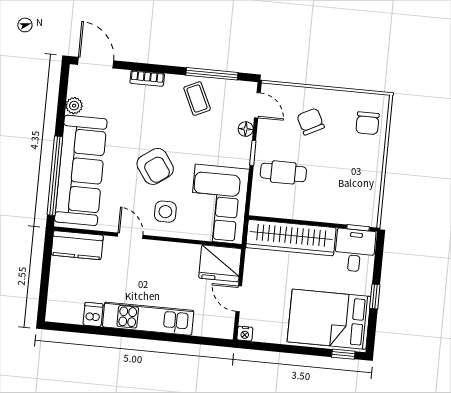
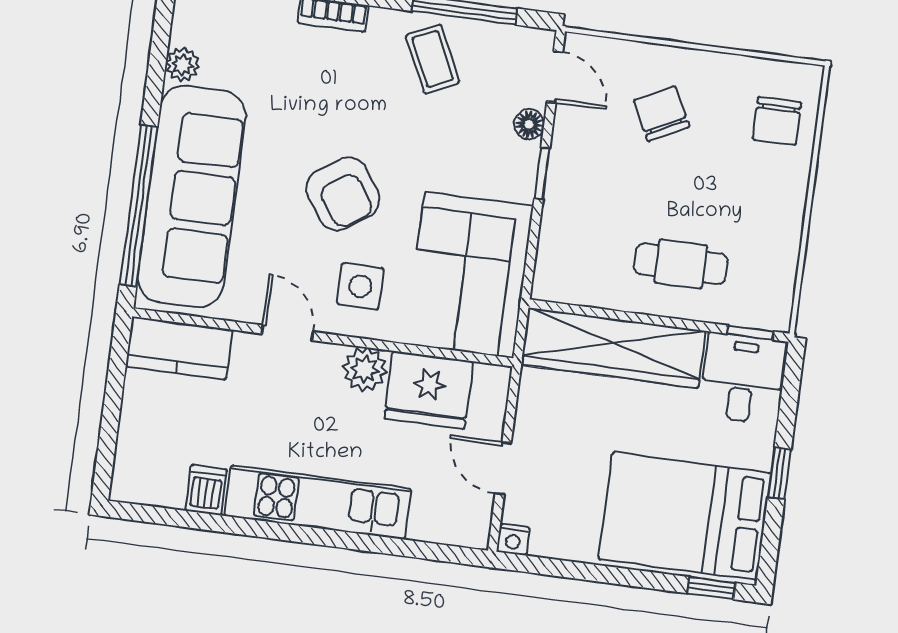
cafe table: (283, 172) -> (681, 264), moved
plant: (169, 252) -> (365, 369), added
fridge: (220, 263) -> (429, 390), moved

